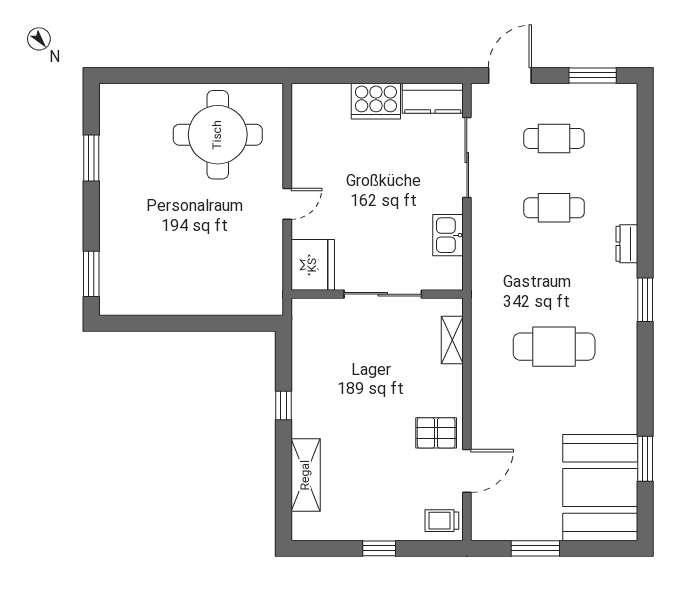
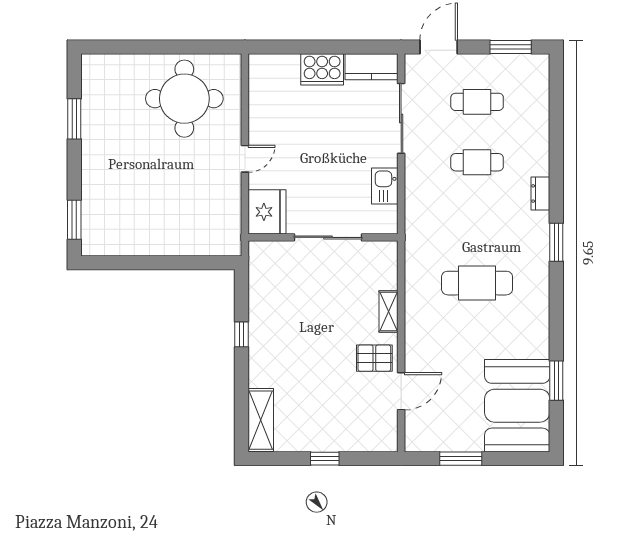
shelving: (452, 340) -> (388, 311), moved
shelving: (306, 475) -> (261, 420), moved
trolley: (442, 521) -> (379, 434), removed

